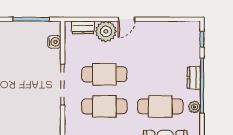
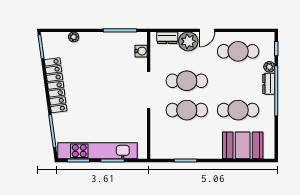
cafe table: (160, 42) -> (238, 51), added
plant: (194, 107) -> (269, 67), moved

